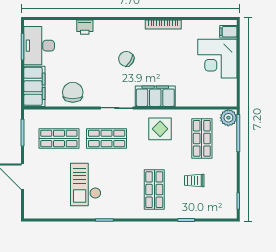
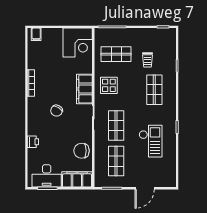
corner desk: (217, 59) -> (78, 42), moved
plant: (228, 118) -> (101, 34), removed
checkout: (86, 184) -> (150, 141), turned -90
shop shelf: (154, 190) -> (154, 90), turned 90

